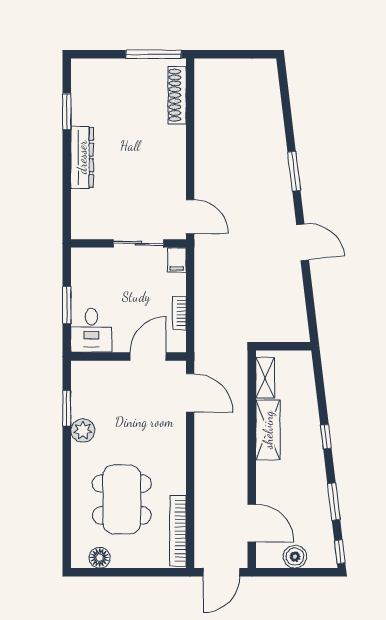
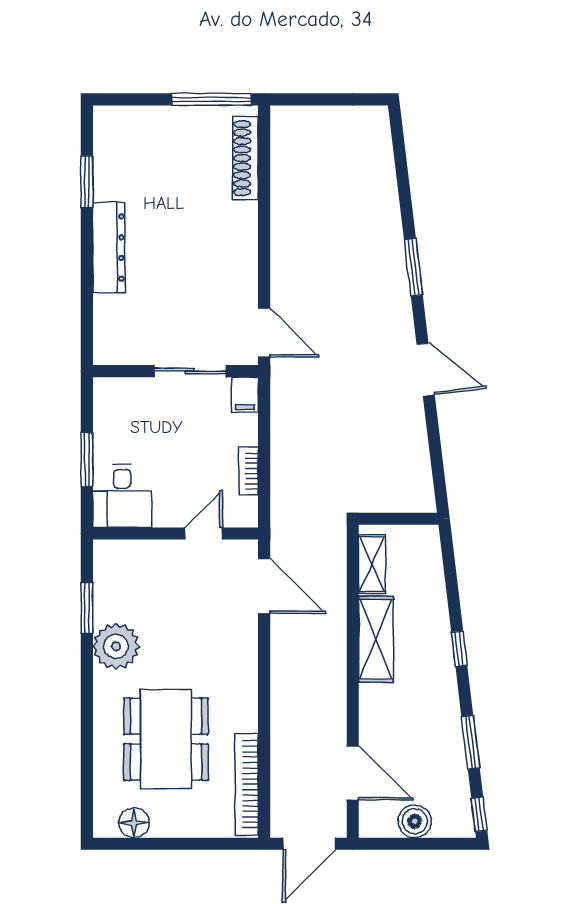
door: (148, 356) -> (204, 534), width x0.73
plant: (83, 431) -> (116, 646), width x1.36, depth x1.36

